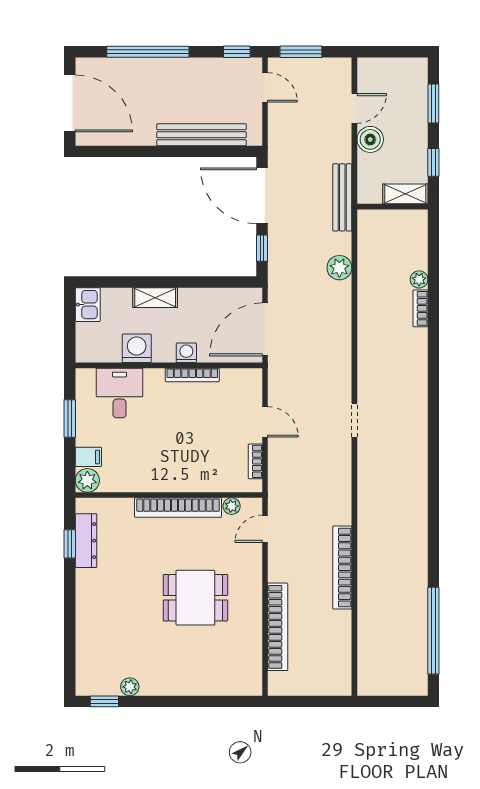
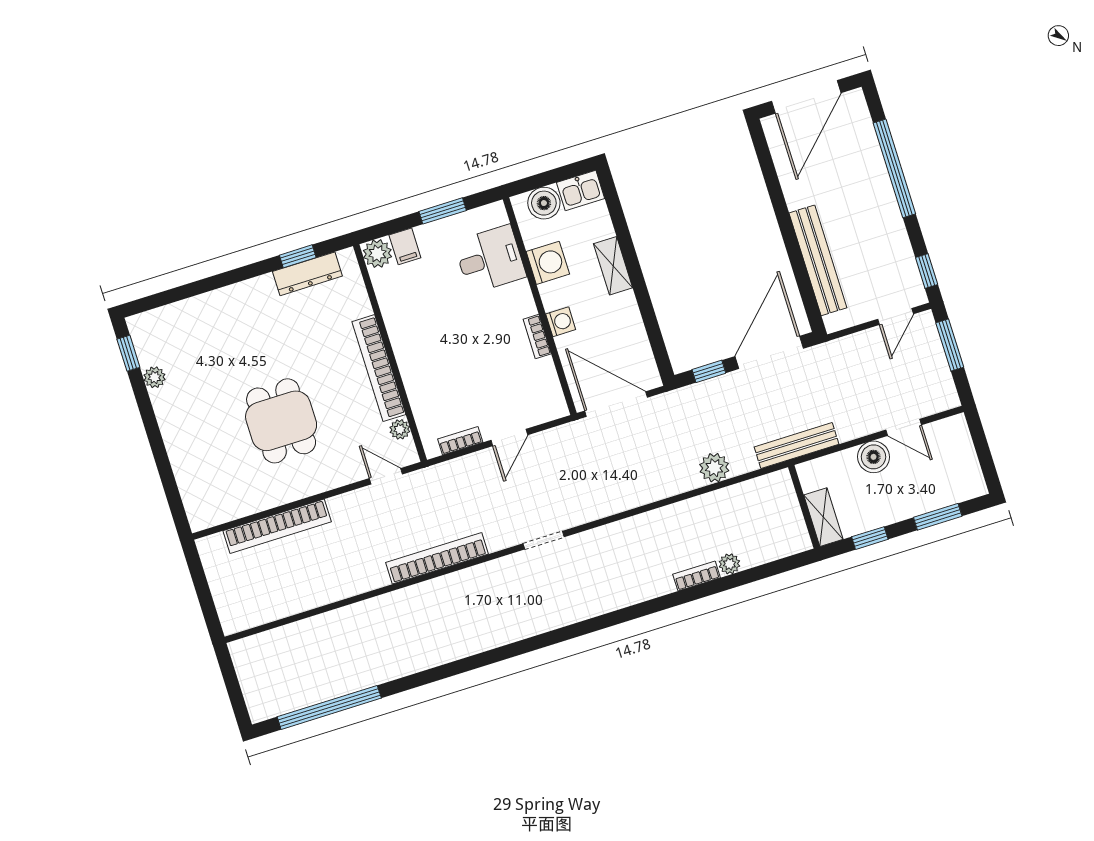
boiler: (89, 337) -> (544, 203), added
bookcase: (192, 375) -> (537, 337), width x0.64
bookcase: (342, 568) -> (437, 558), moved

